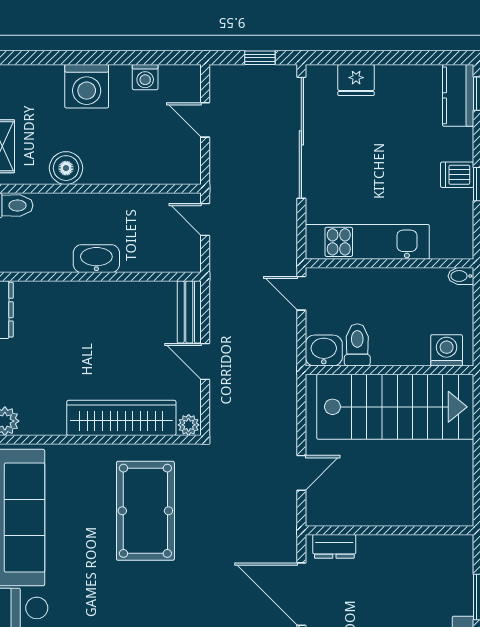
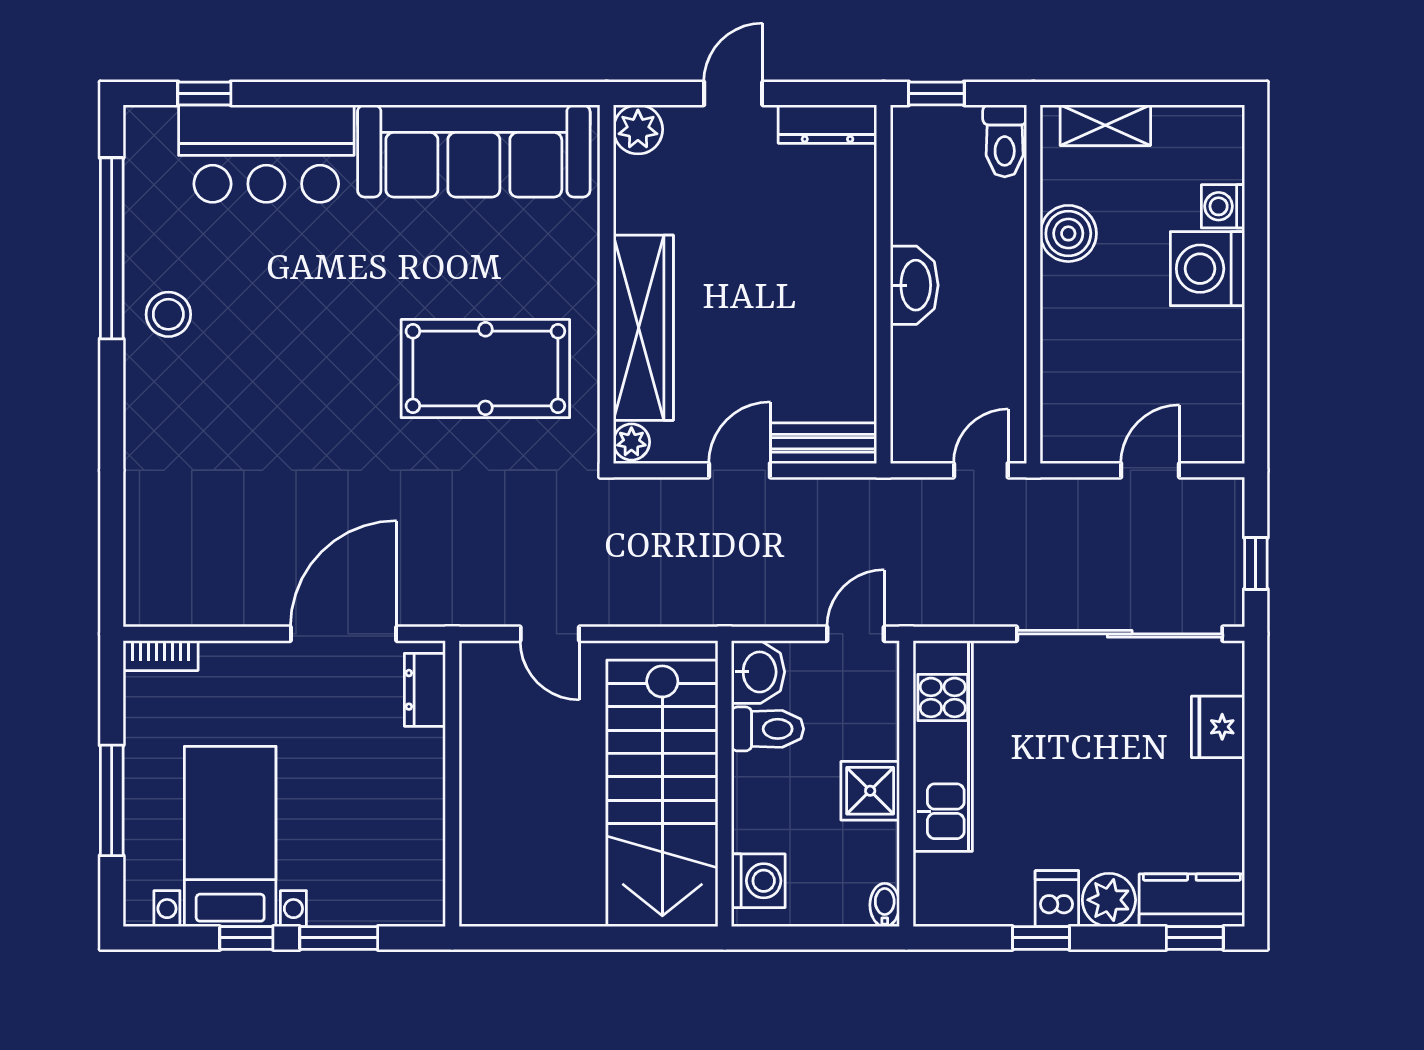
washing machine: (145, 77) -> (1223, 206), moved
plant: (458, 144) -> (1109, 900), added
shower: (394, 285) -> (870, 791), added

